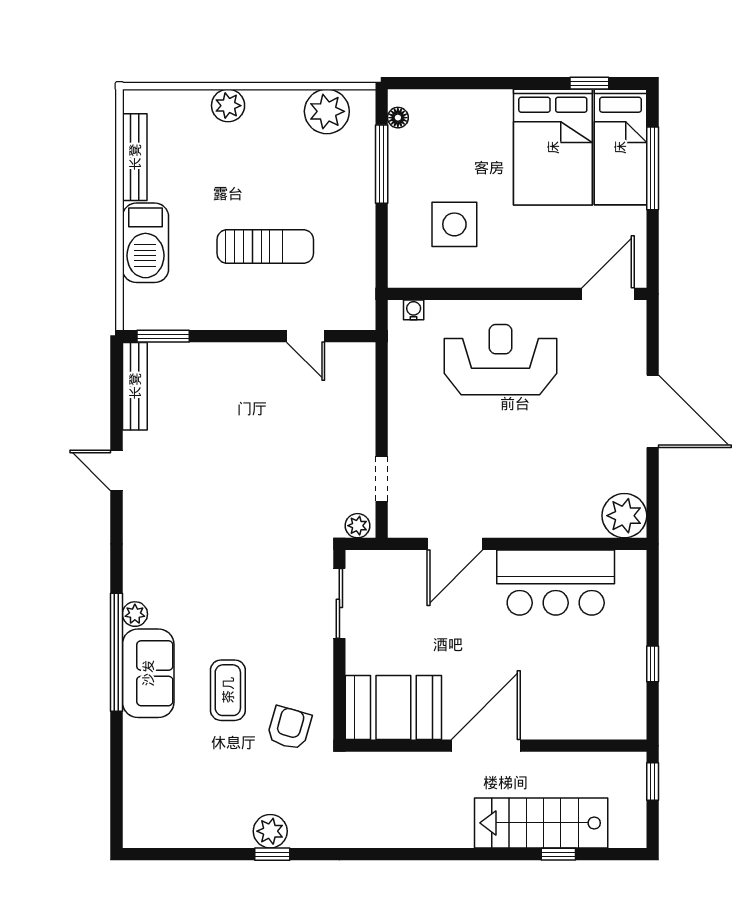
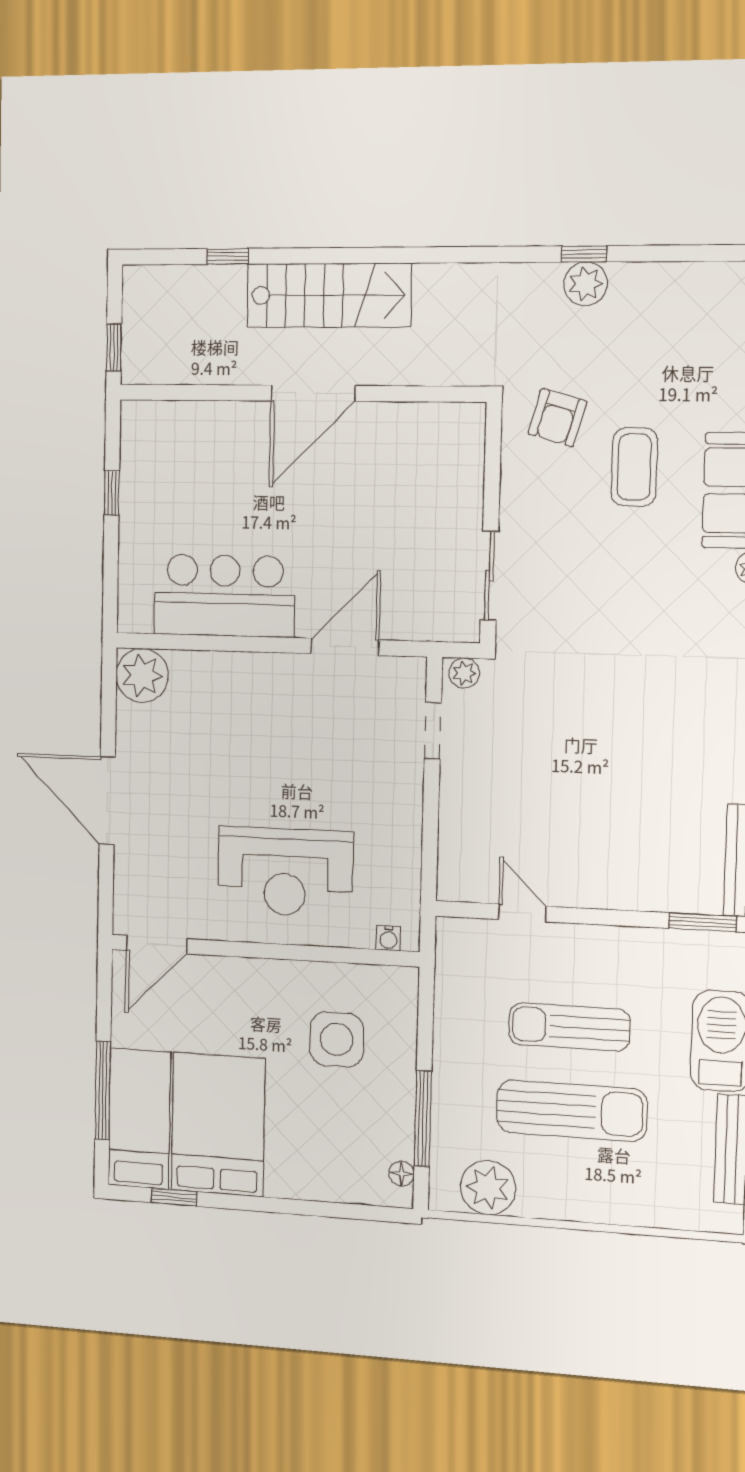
plant: (228, 106) -> (610, 1204), removed
sun lounger: (261, 179) -> (572, 1111), added
booth: (393, 707) -> (426, 442), removed
stairs: (541, 823) -> (329, 295), moved

